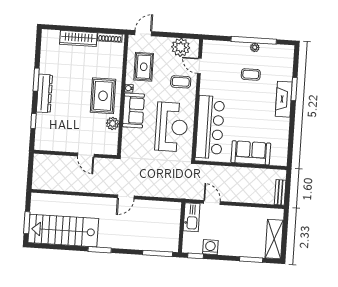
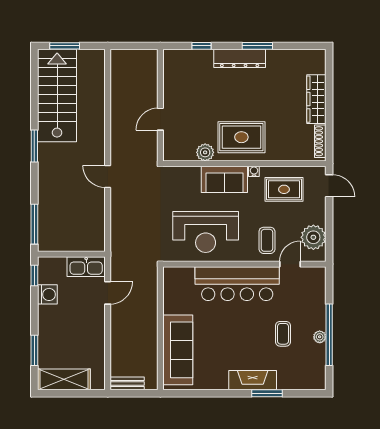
bar counter: (210, 127) -> (237, 284), moved
sofa: (251, 153) -> (178, 350), width x1.36

